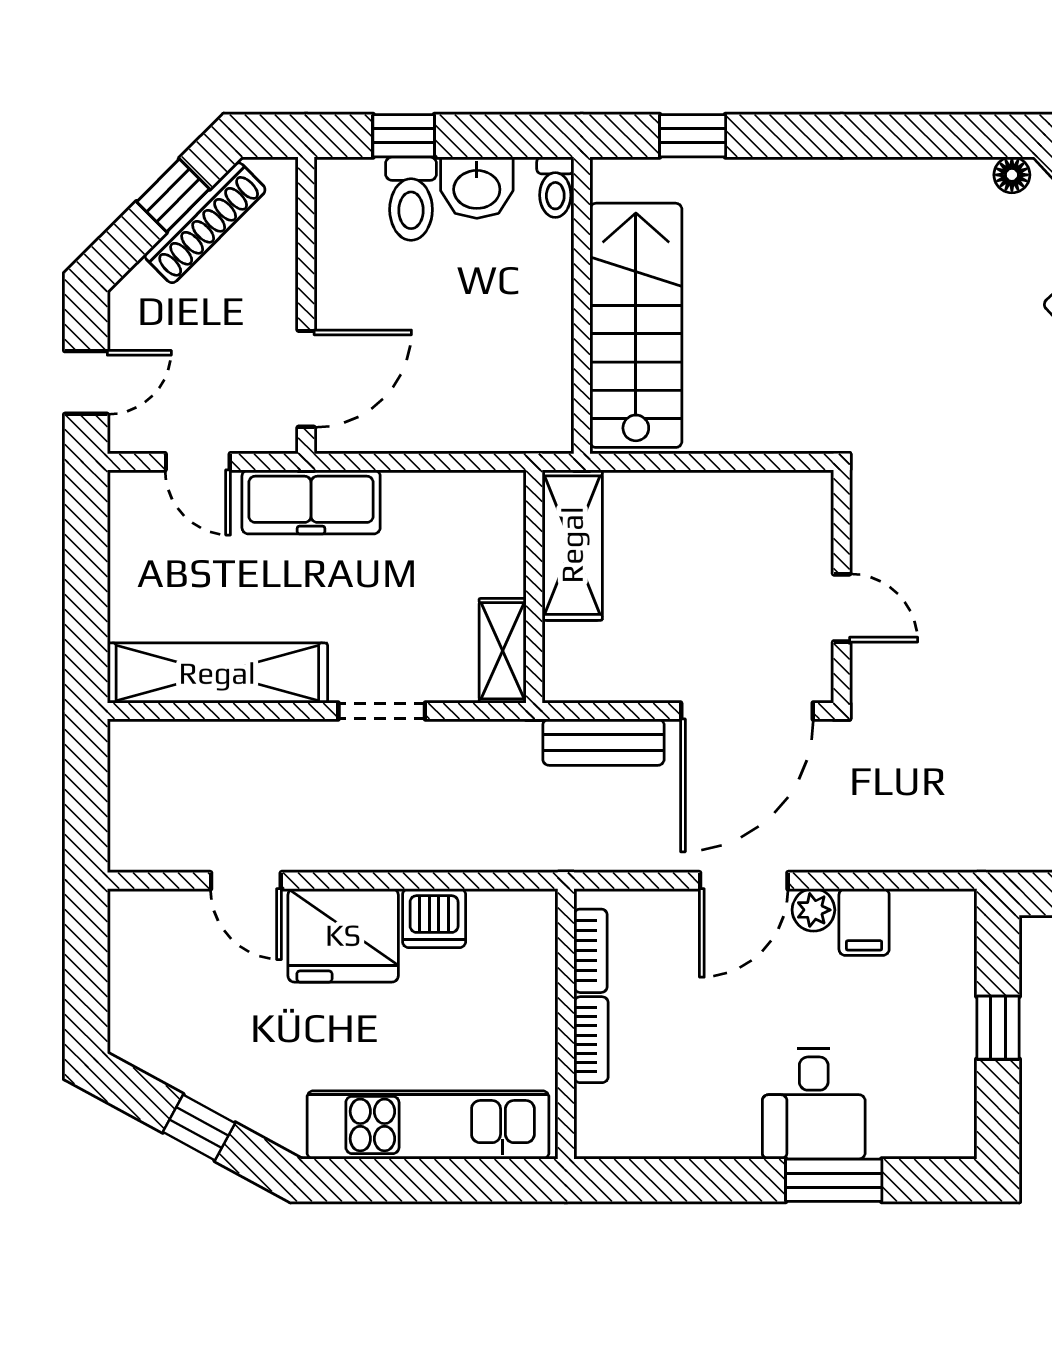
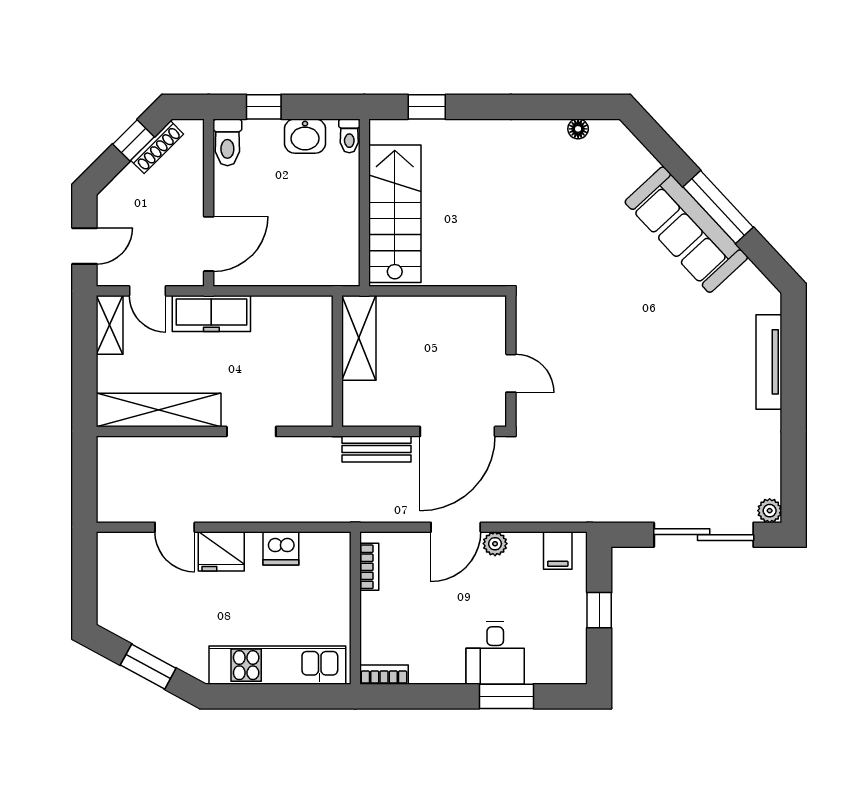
floor lamp: (1012, 175) -> (578, 129), moved
toilet: (411, 199) -> (227, 142), moved
shoe rack: (205, 223) -> (157, 147), width x0.74, depth x0.81
shelving: (503, 651) -> (110, 325), moved
filing cabinet: (864, 922) -> (558, 551), moved
fridge: (343, 935) -> (221, 551), width x0.73, depth x0.75
bookcase: (591, 1040) -> (384, 675), moved, turned -90
window: (199, 1128) -> (148, 667), width x1.50

